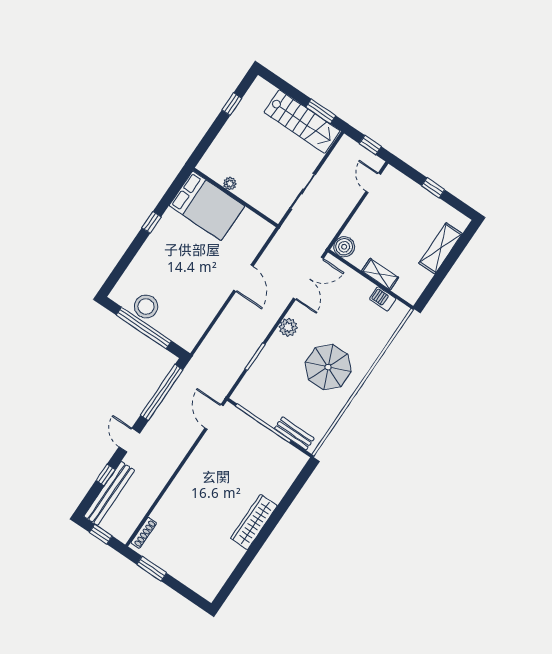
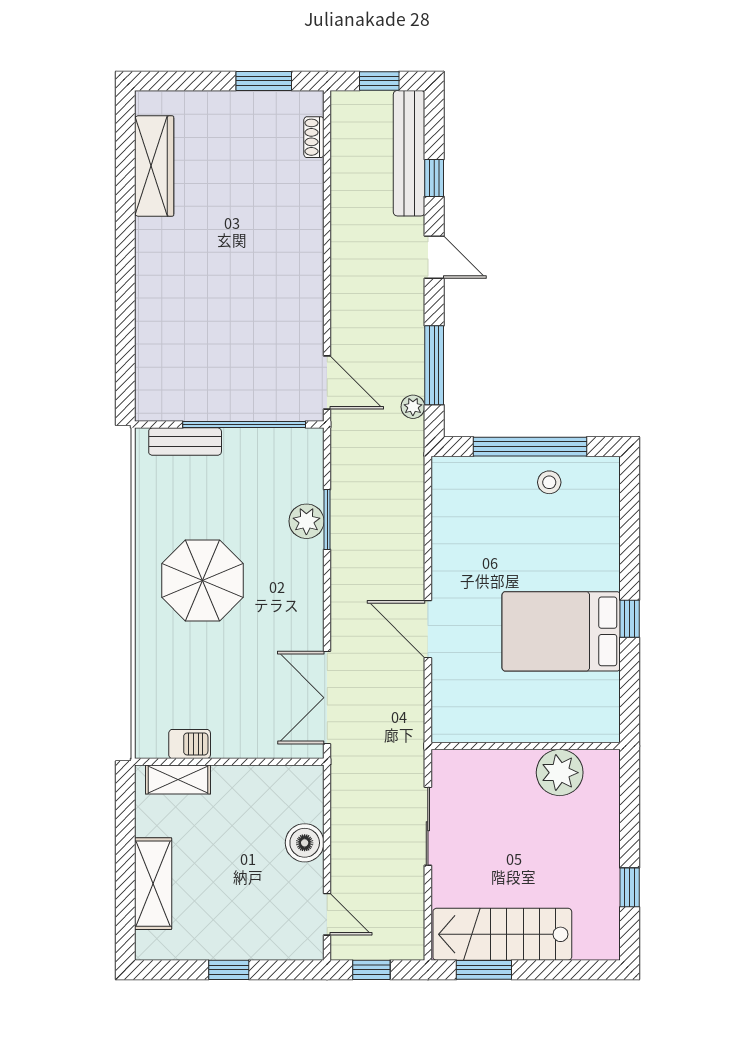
plant: (230, 184) -> (560, 773), width x1.88, depth x1.88
bed: (207, 206) -> (561, 631), moved
boiler: (344, 247) -> (305, 843), moved
shelving: (380, 274) -> (178, 780), moved
stool: (146, 307) -> (549, 482), width x0.53, depth x0.53
plant: (288, 327) -> (306, 521), moved
plant: (183, 381) -> (413, 407), added
window: (162, 392) -> (434, 365), width x0.68
wardrobe: (254, 522) -> (154, 166), moved
shoe rack: (144, 533) -> (314, 137), width x0.70

